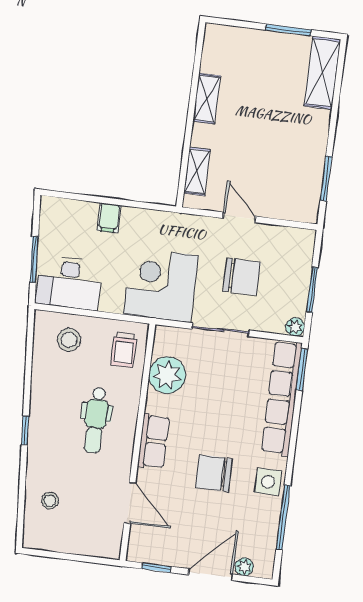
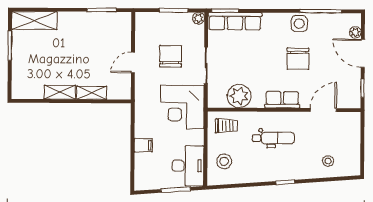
shelving: (197, 171) -> (92, 93), moved
row of seats: (282, 398) -> (235, 21), width x0.73

